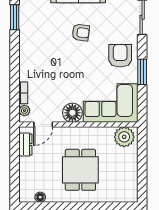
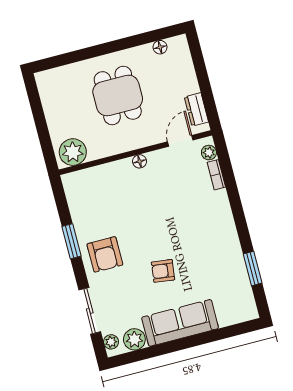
corner sofa: (111, 103) -> (101, 191), removed
floor lamp: (72, 113) -> (140, 161), width x0.53, depth x0.53

